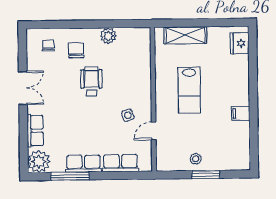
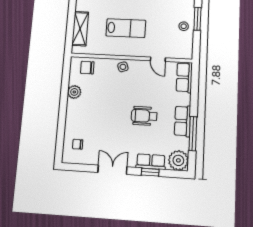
chair: (76, 50) -> (87, 68), moved
wheelchair: (92, 81) -> (144, 116), moved
side table: (128, 115) -> (123, 67), moved
window: (23, 131) -> (150, 172), added
row of seats: (121, 163) -> (184, 77), moved

